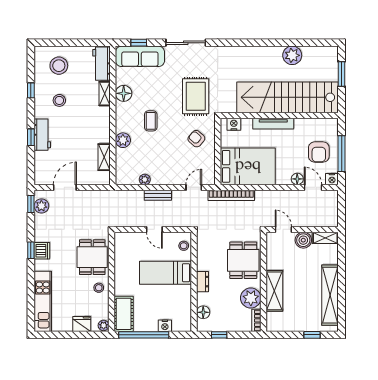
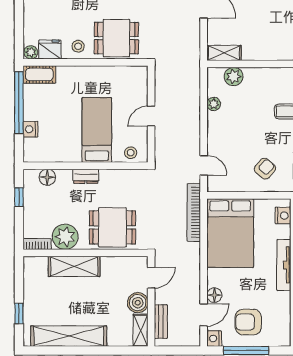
plant: (123, 140) -> (234, 77), moved
shelving: (104, 157) -> (224, 53), moved
bench: (158, 195) -> (161, 322), moved
cot: (124, 314) -> (39, 74), width x0.73, depth x0.75
fridge: (82, 324) -> (50, 49), moved, turned -90

